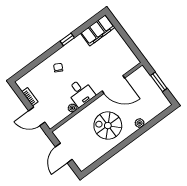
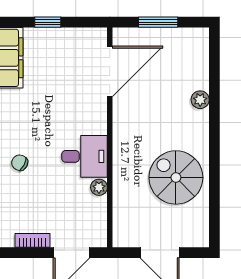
window: (125, 36) -> (48, 22), added
door: (113, 85) -> (110, 71), moved
spiral stairs: (108, 126) -> (176, 177), moved, turned 90

